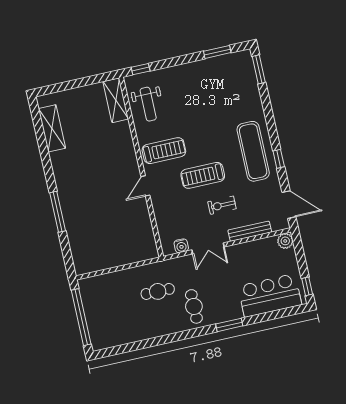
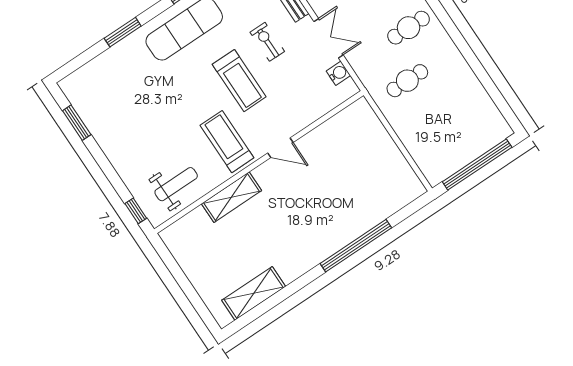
window: (259, 69) -> (123, 32), moved
shelving: (116, 100) -> (232, 197), moved
exercise bike: (222, 205) -> (267, 42), turned 180
window: (58, 212) -> (356, 246), width x1.46
cafe table: (158, 291) -> (407, 81), turned 90

